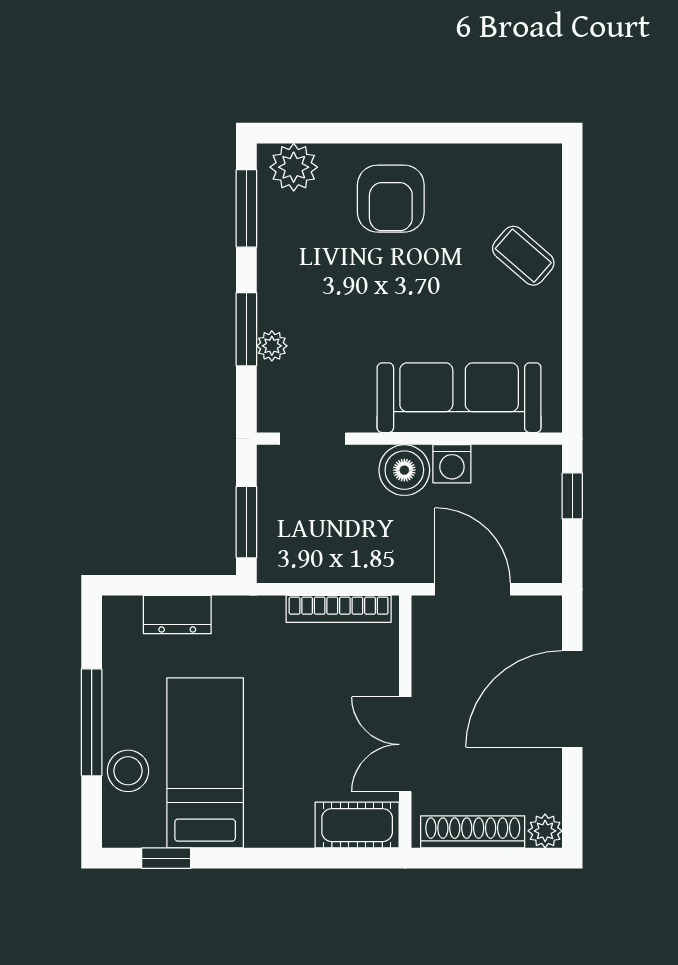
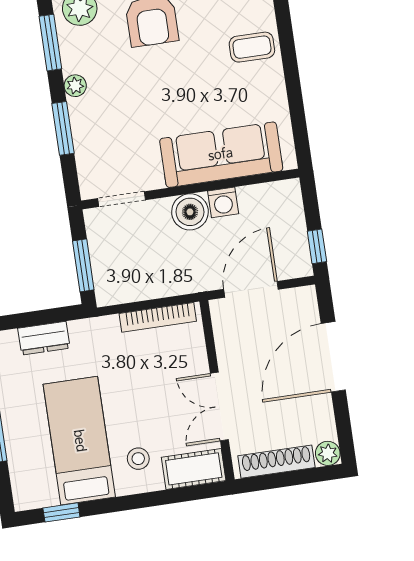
coffee table: (523, 256) -> (252, 47), turned -41
plant: (272, 346) -> (75, 86), moved
window: (572, 496) -> (317, 246), moved
door: (473, 589) -> (251, 289), hinge flipped
stool: (128, 771) -> (138, 459), moved, width x0.73, depth x0.73

